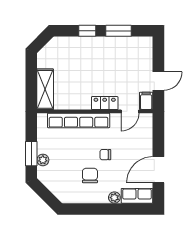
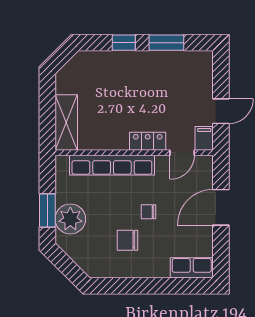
plant: (43, 160) -> (70, 219), width x1.87, depth x1.87
door: (158, 170) -> (221, 207), moved
chair: (90, 176) -> (127, 240), turned -90
plant: (114, 198) -> (161, 270), removed

